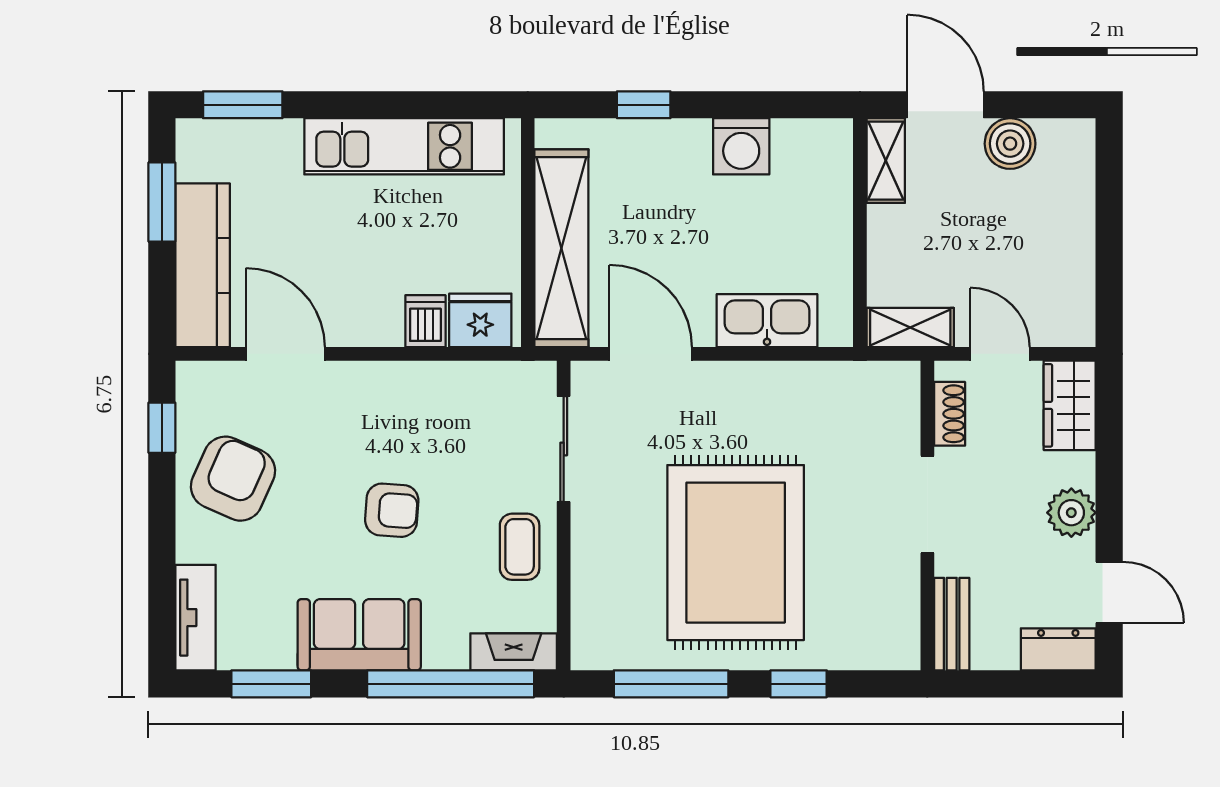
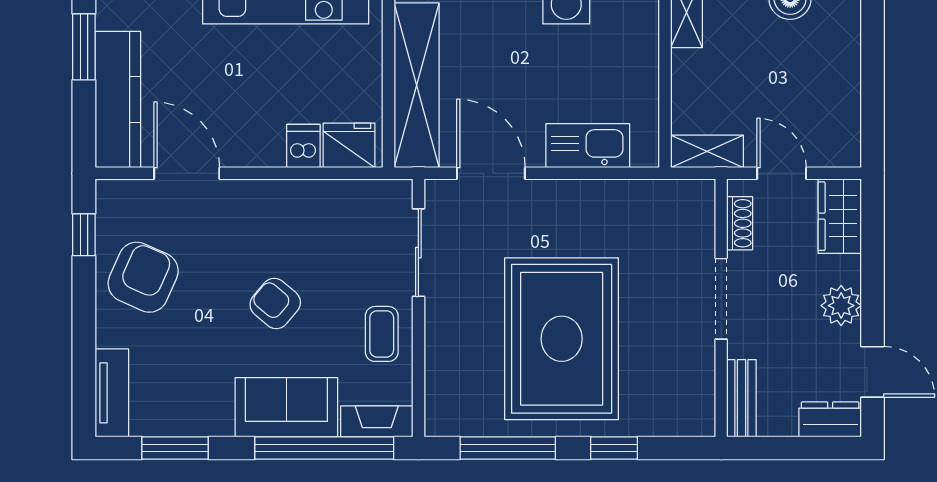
armchair: (392, 510) -> (275, 303), turned -144
sofa: (359, 635) -> (286, 407), moved

